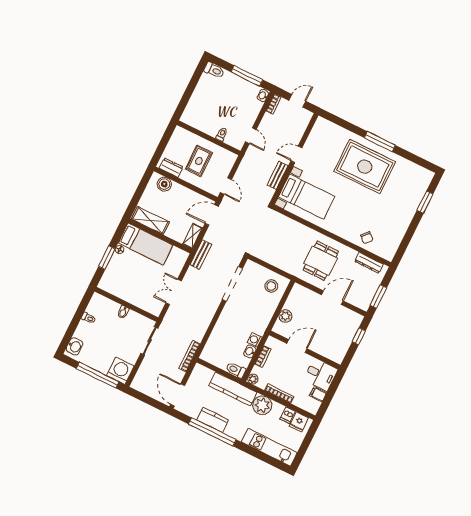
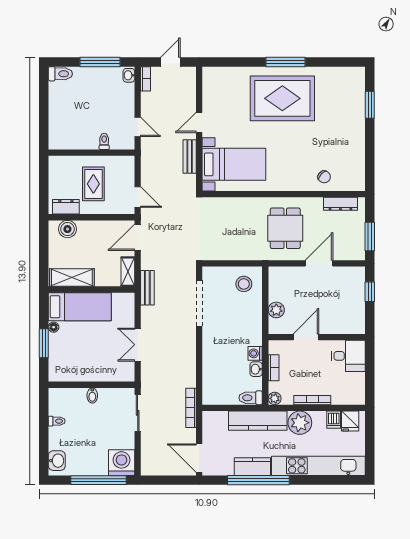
filing cabinet: (318, 394) -> (356, 379), removed
kitchen unit: (269, 447) -> (318, 466), width x1.36

